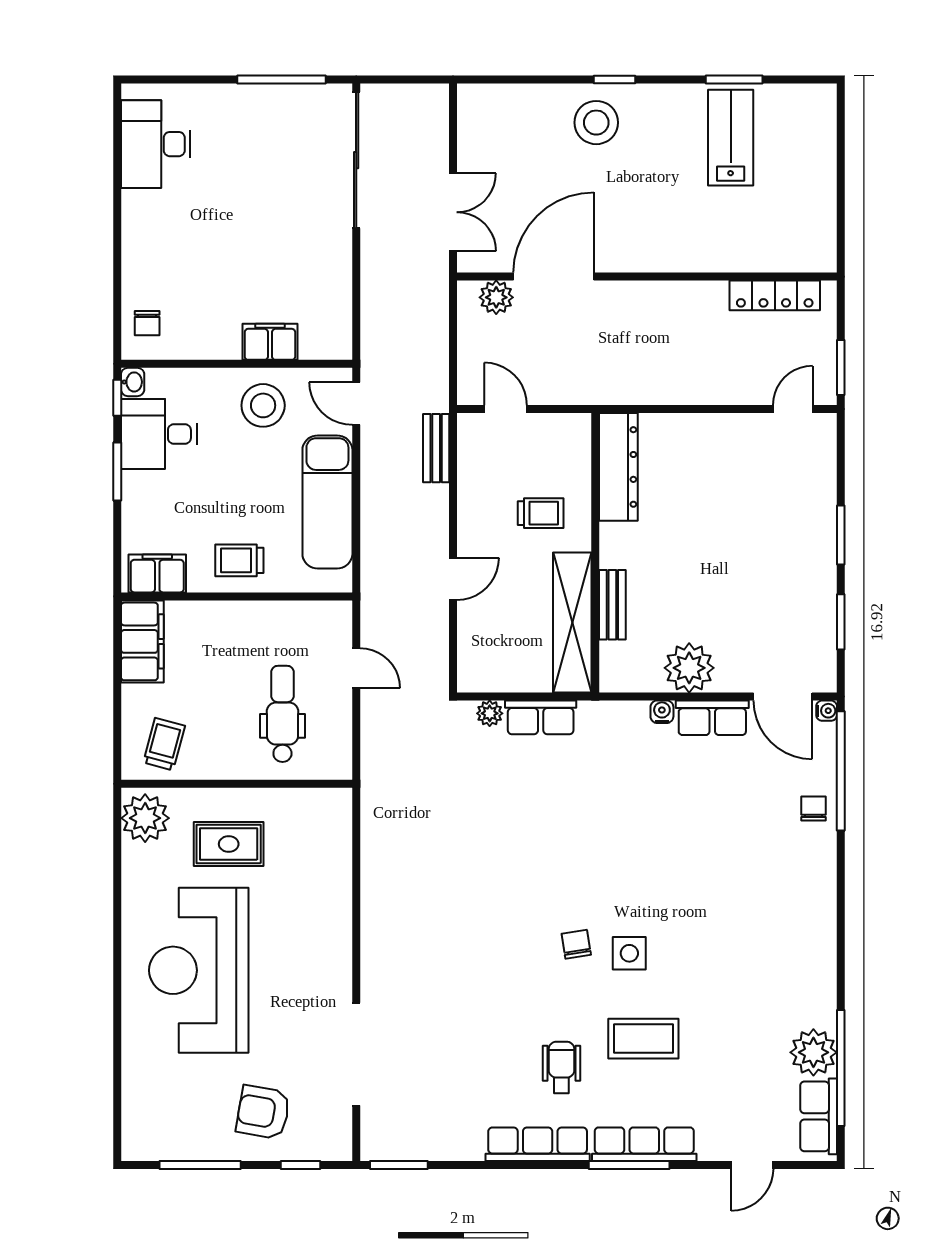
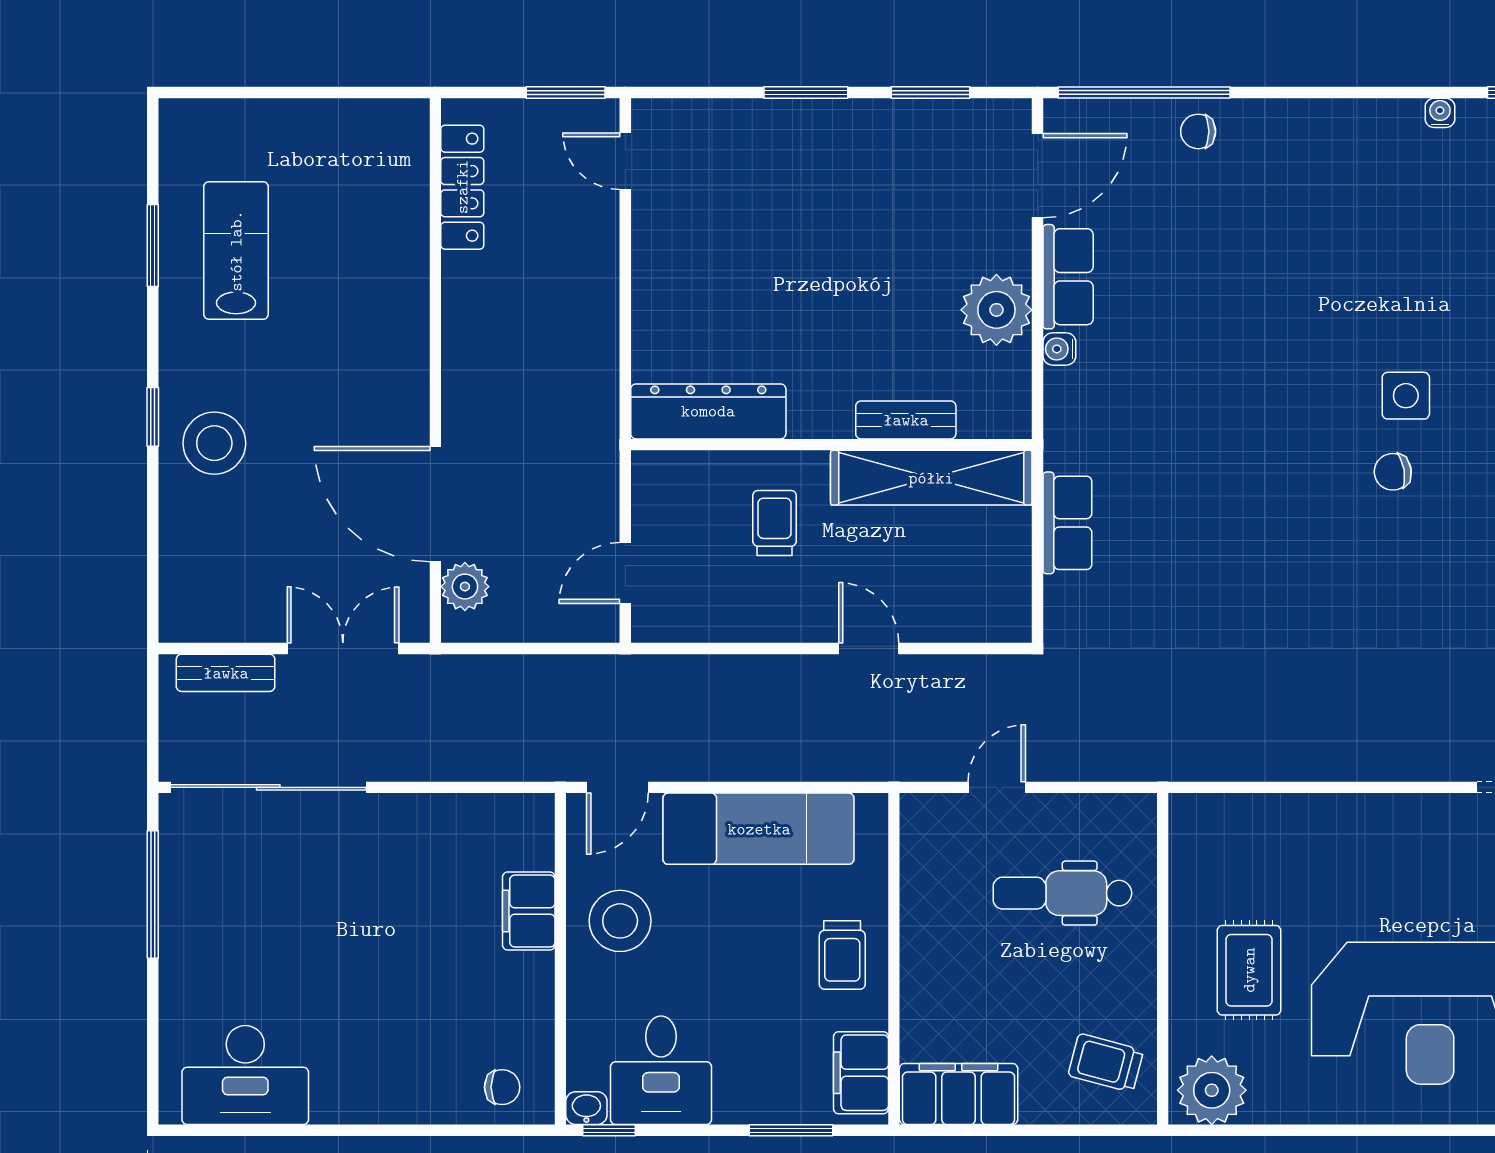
lab bench: (731, 138) -> (236, 251), turned 90
bench: (436, 448) -> (226, 673), moved
window: (117, 471) -> (791, 1130), moved
water cooler: (827, 711) -> (1440, 113), moved
plant: (490, 713) -> (1062, 596), removed

